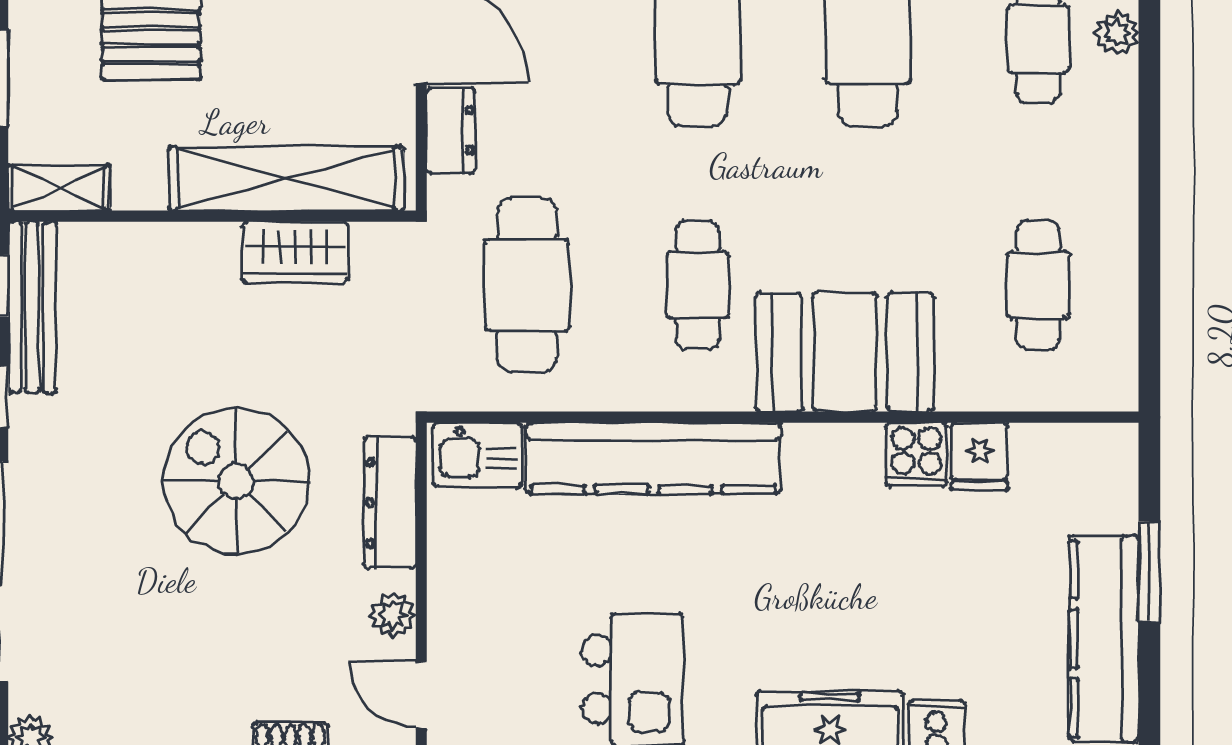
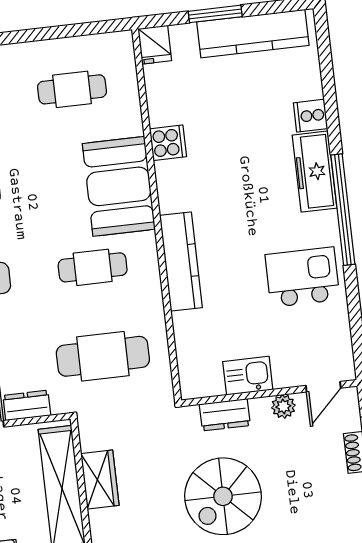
kitchen sink: (477, 455) -> (248, 376), moved, turned -90
fridge: (980, 457) -> (155, 45), moved, turned 90
kitchen counter: (653, 458) -> (181, 262), width x0.72, depth x0.86
dresser: (390, 502) -> (225, 415), width x0.70

